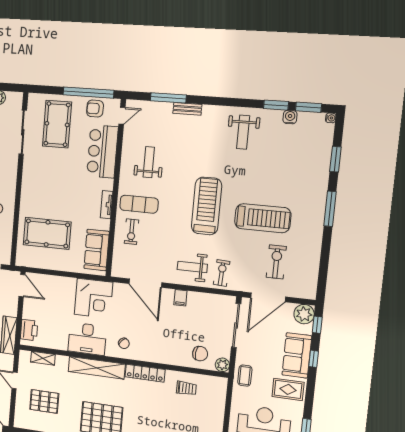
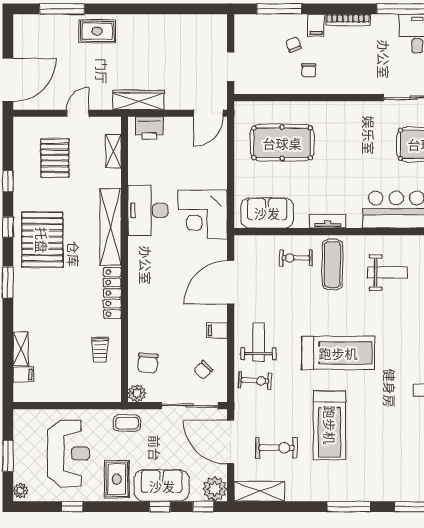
pool table: (47, 233) -> (282, 143), turned 90
shelving: (310, 279) -> (259, 491), added
chair: (124, 343) -> (203, 370), moved

